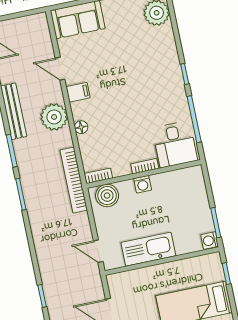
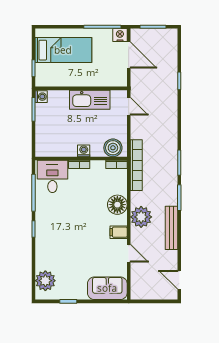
floor lamp: (81, 127) -> (117, 205), width x1.89, depth x1.89

